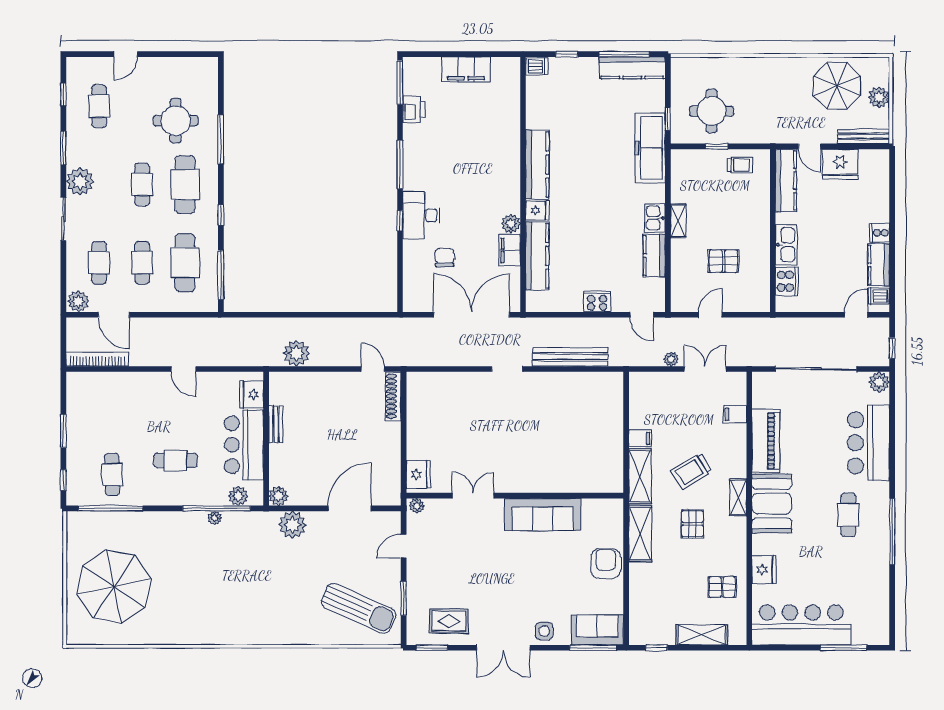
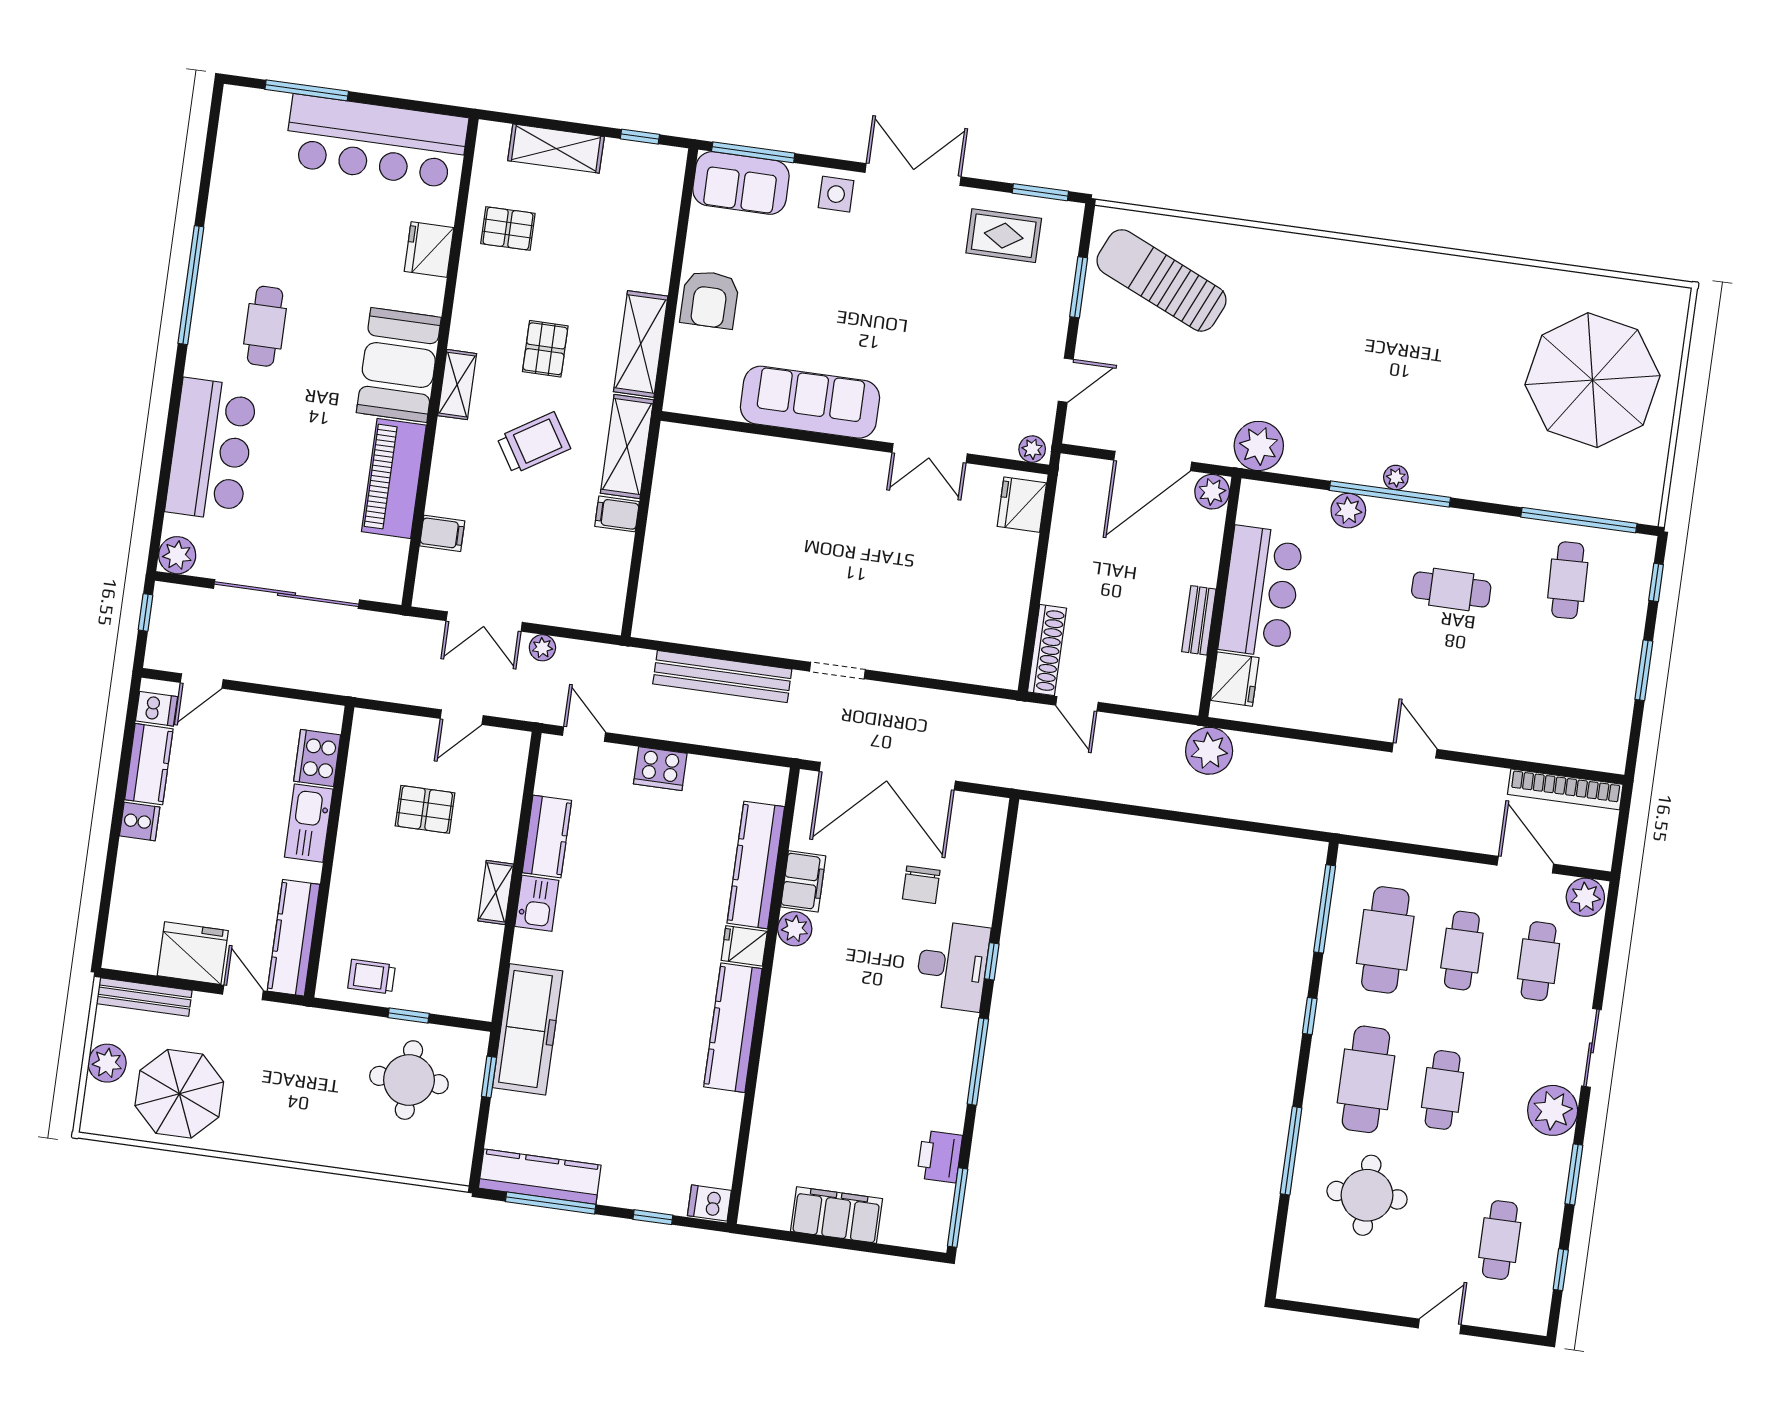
fridge: (252, 395) -> (1235, 679), moved
bench: (276, 424) -> (1199, 620), moved
wall: (266, 439) -> (1220, 597), moved
bar counter: (244, 445) -> (1261, 592), moved
plant: (278, 496) -> (1212, 492), moved

